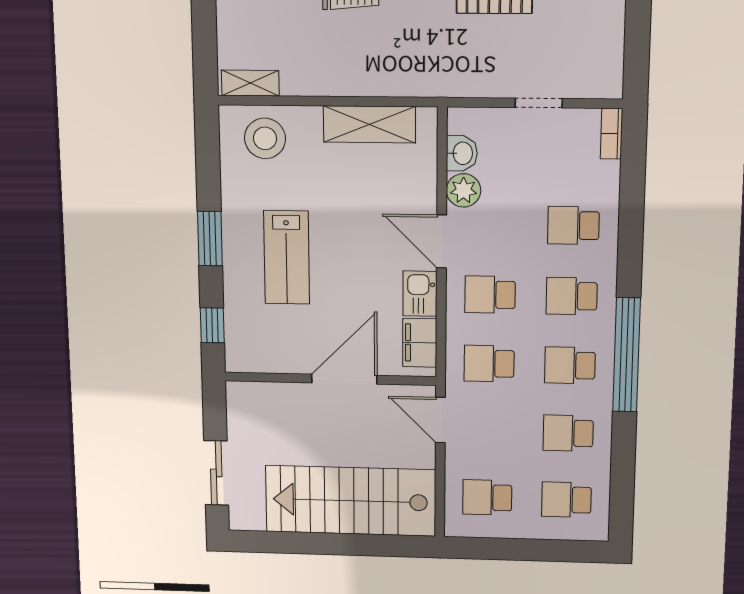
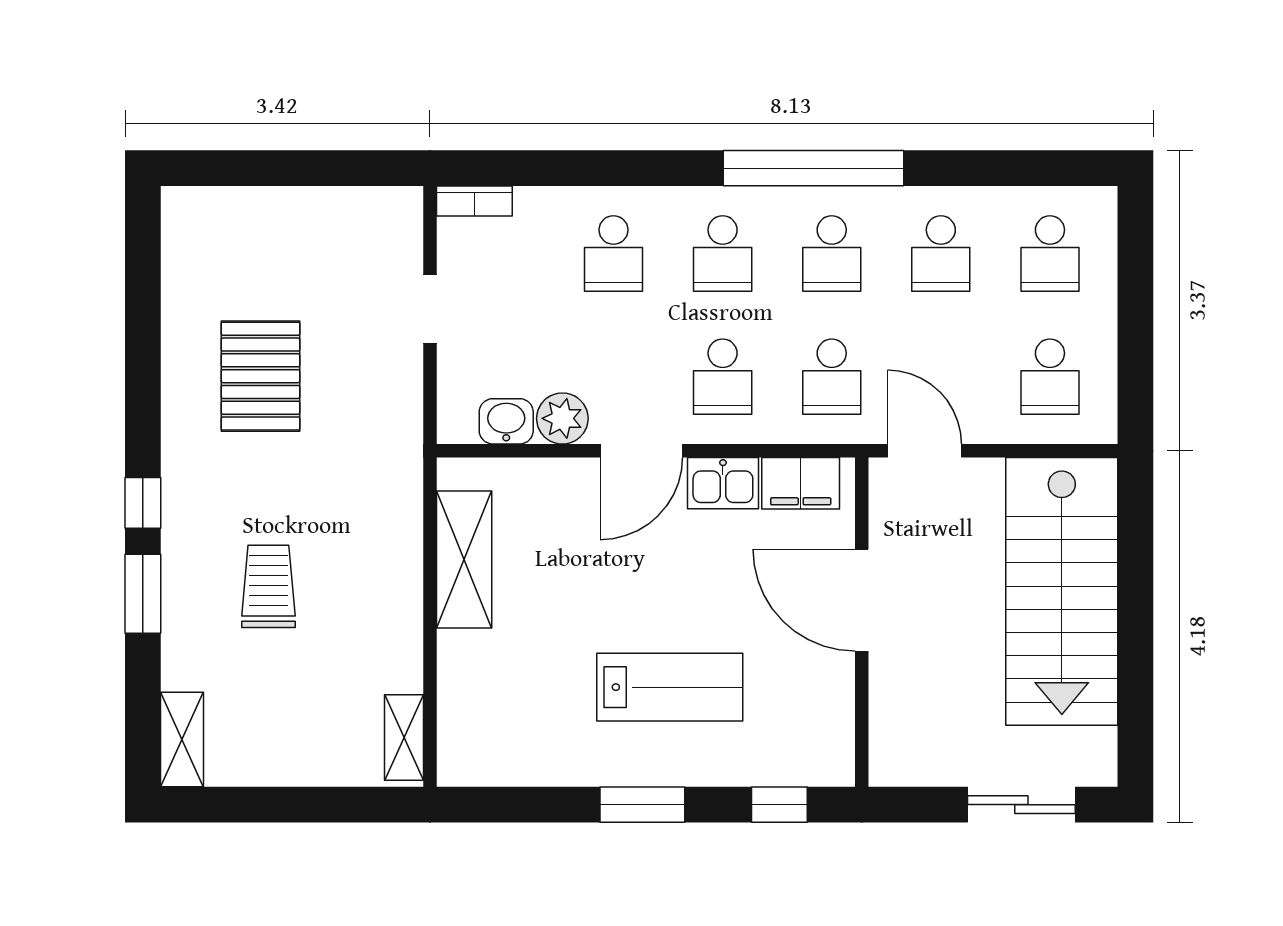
stool: (265, 138) -> (487, 717), removed
door: (440, 420) -> (925, 451), swing flipped

